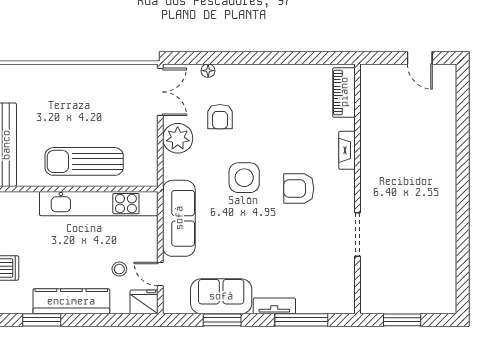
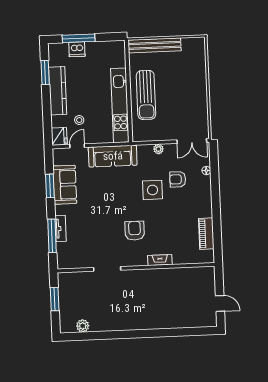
door: (420, 58) -> (220, 303), swing flipped
piano: (344, 92) -> (206, 234), moved, turned -90
plant: (178, 138) -> (158, 149), width x0.53, depth x0.53
sun lounger: (84, 161) -> (146, 95), turned 180
side table: (244, 178) -> (152, 190), moved
plant: (446, 277) -> (83, 326), added
tv unit: (274, 306) -> (61, 228), moved

